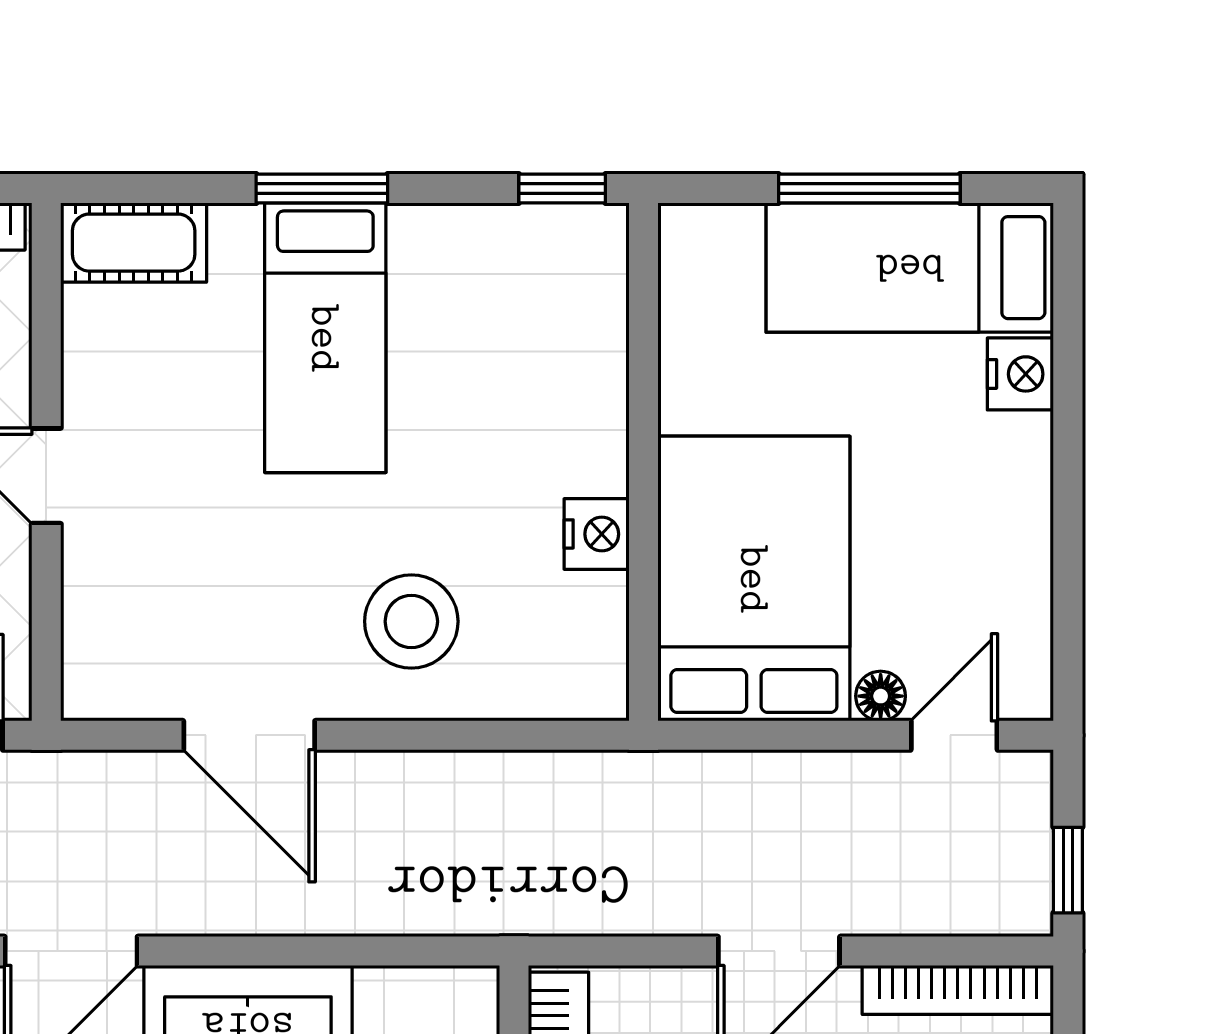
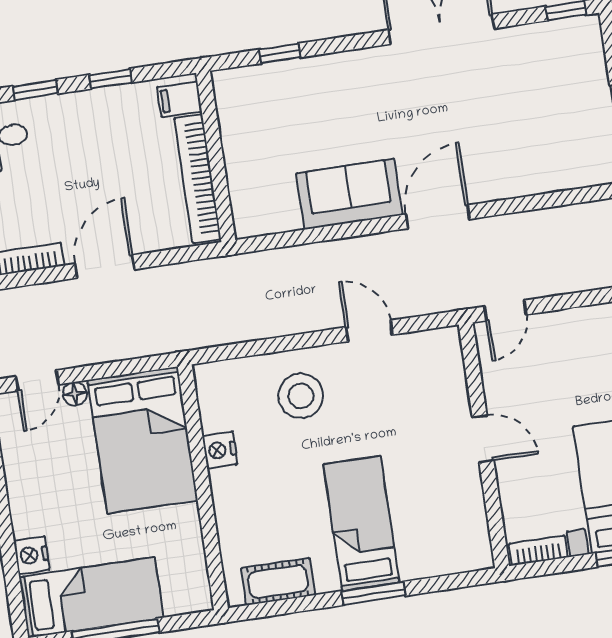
window: (562, 189) -> (260, 610), removed
cot: (134, 243) -> (278, 582), moved
door: (249, 735) -> (369, 331), width x0.73

